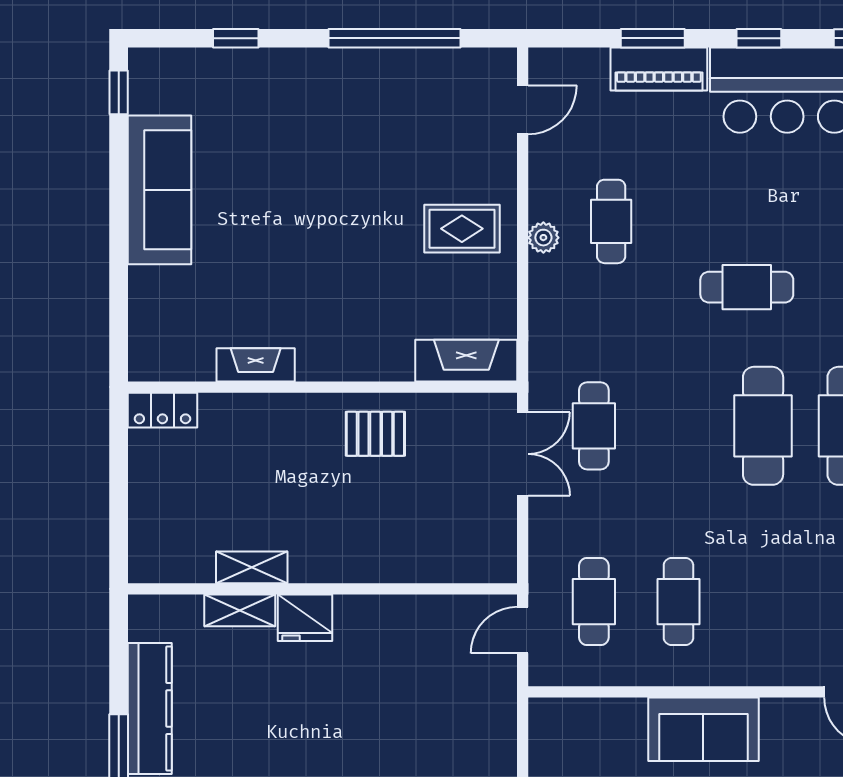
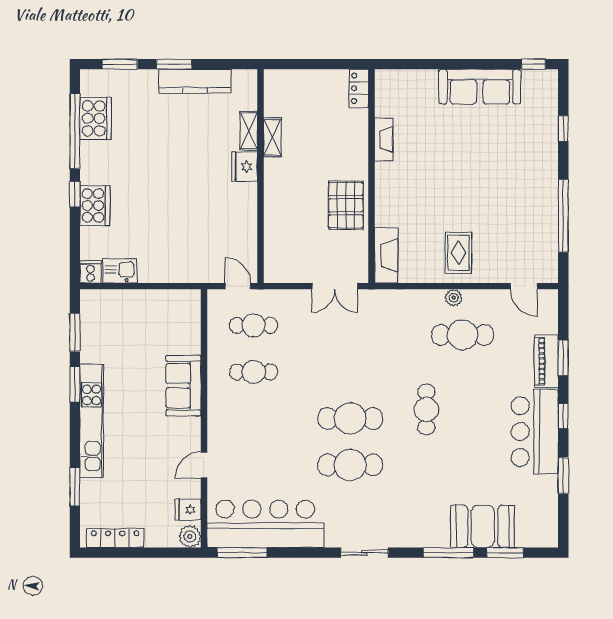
cafe table: (611, 221) -> (463, 335), width x1.37, depth x1.35
cafe table: (594, 426) -> (350, 325), removed
pallet: (375, 434) -> (346, 205), width x1.50, depth x1.42

